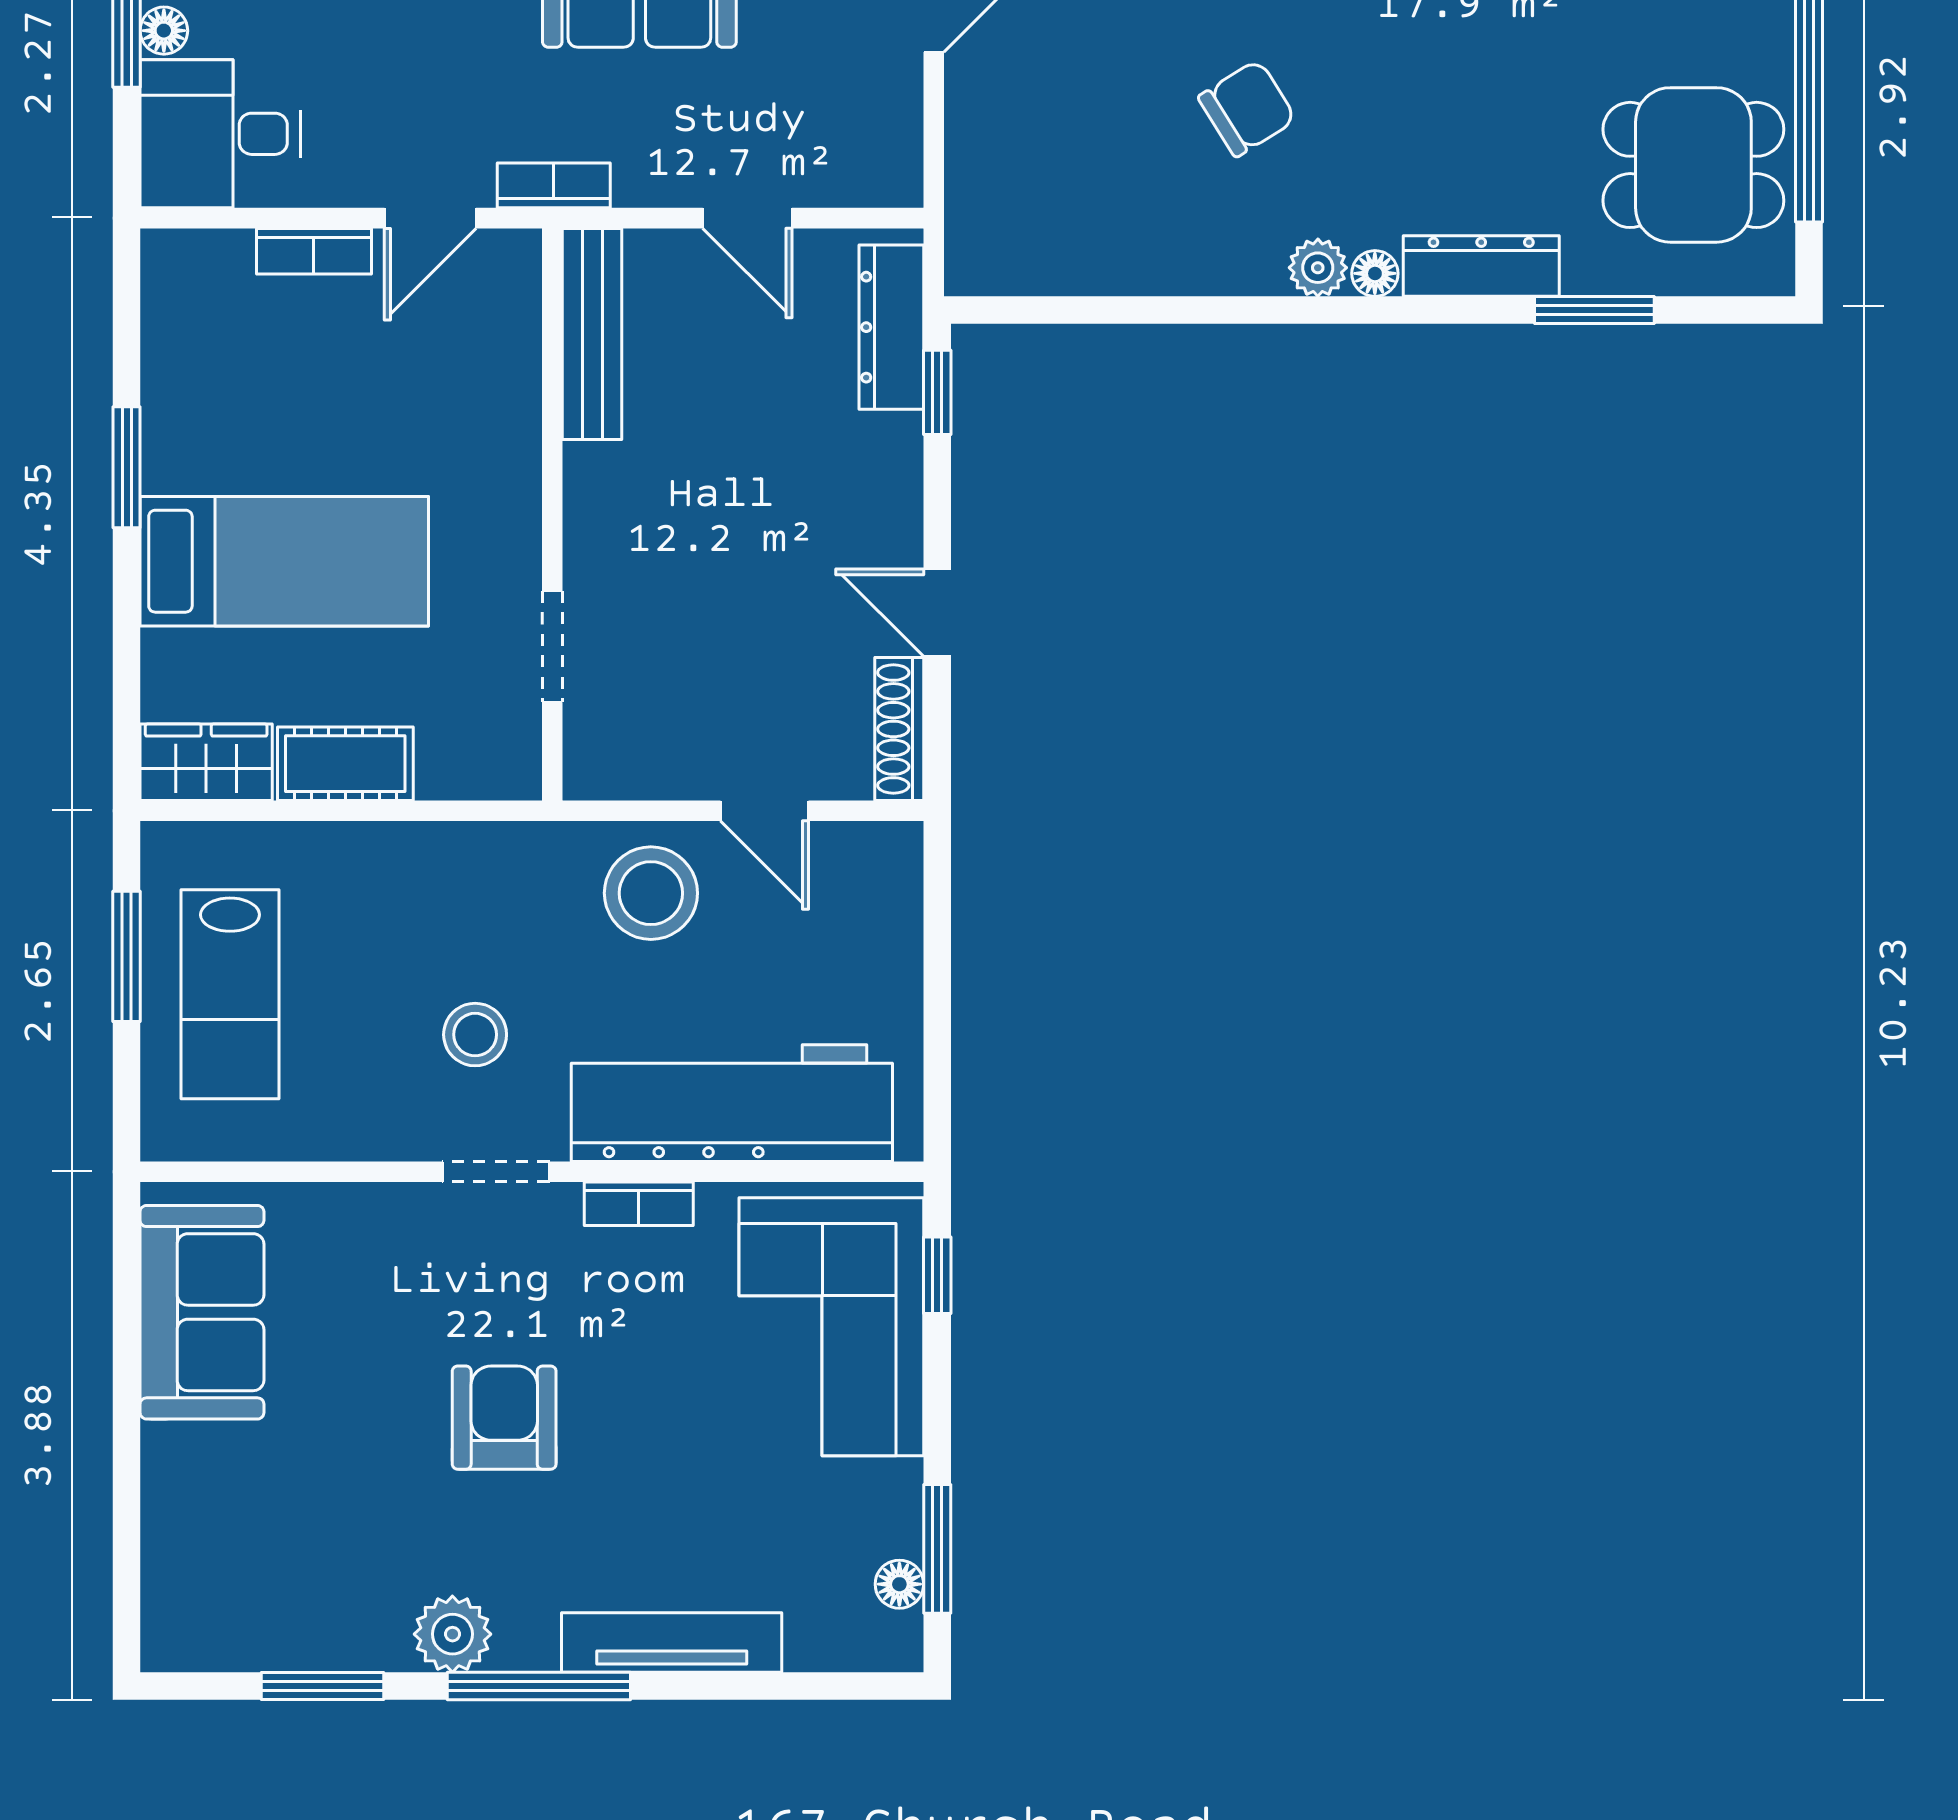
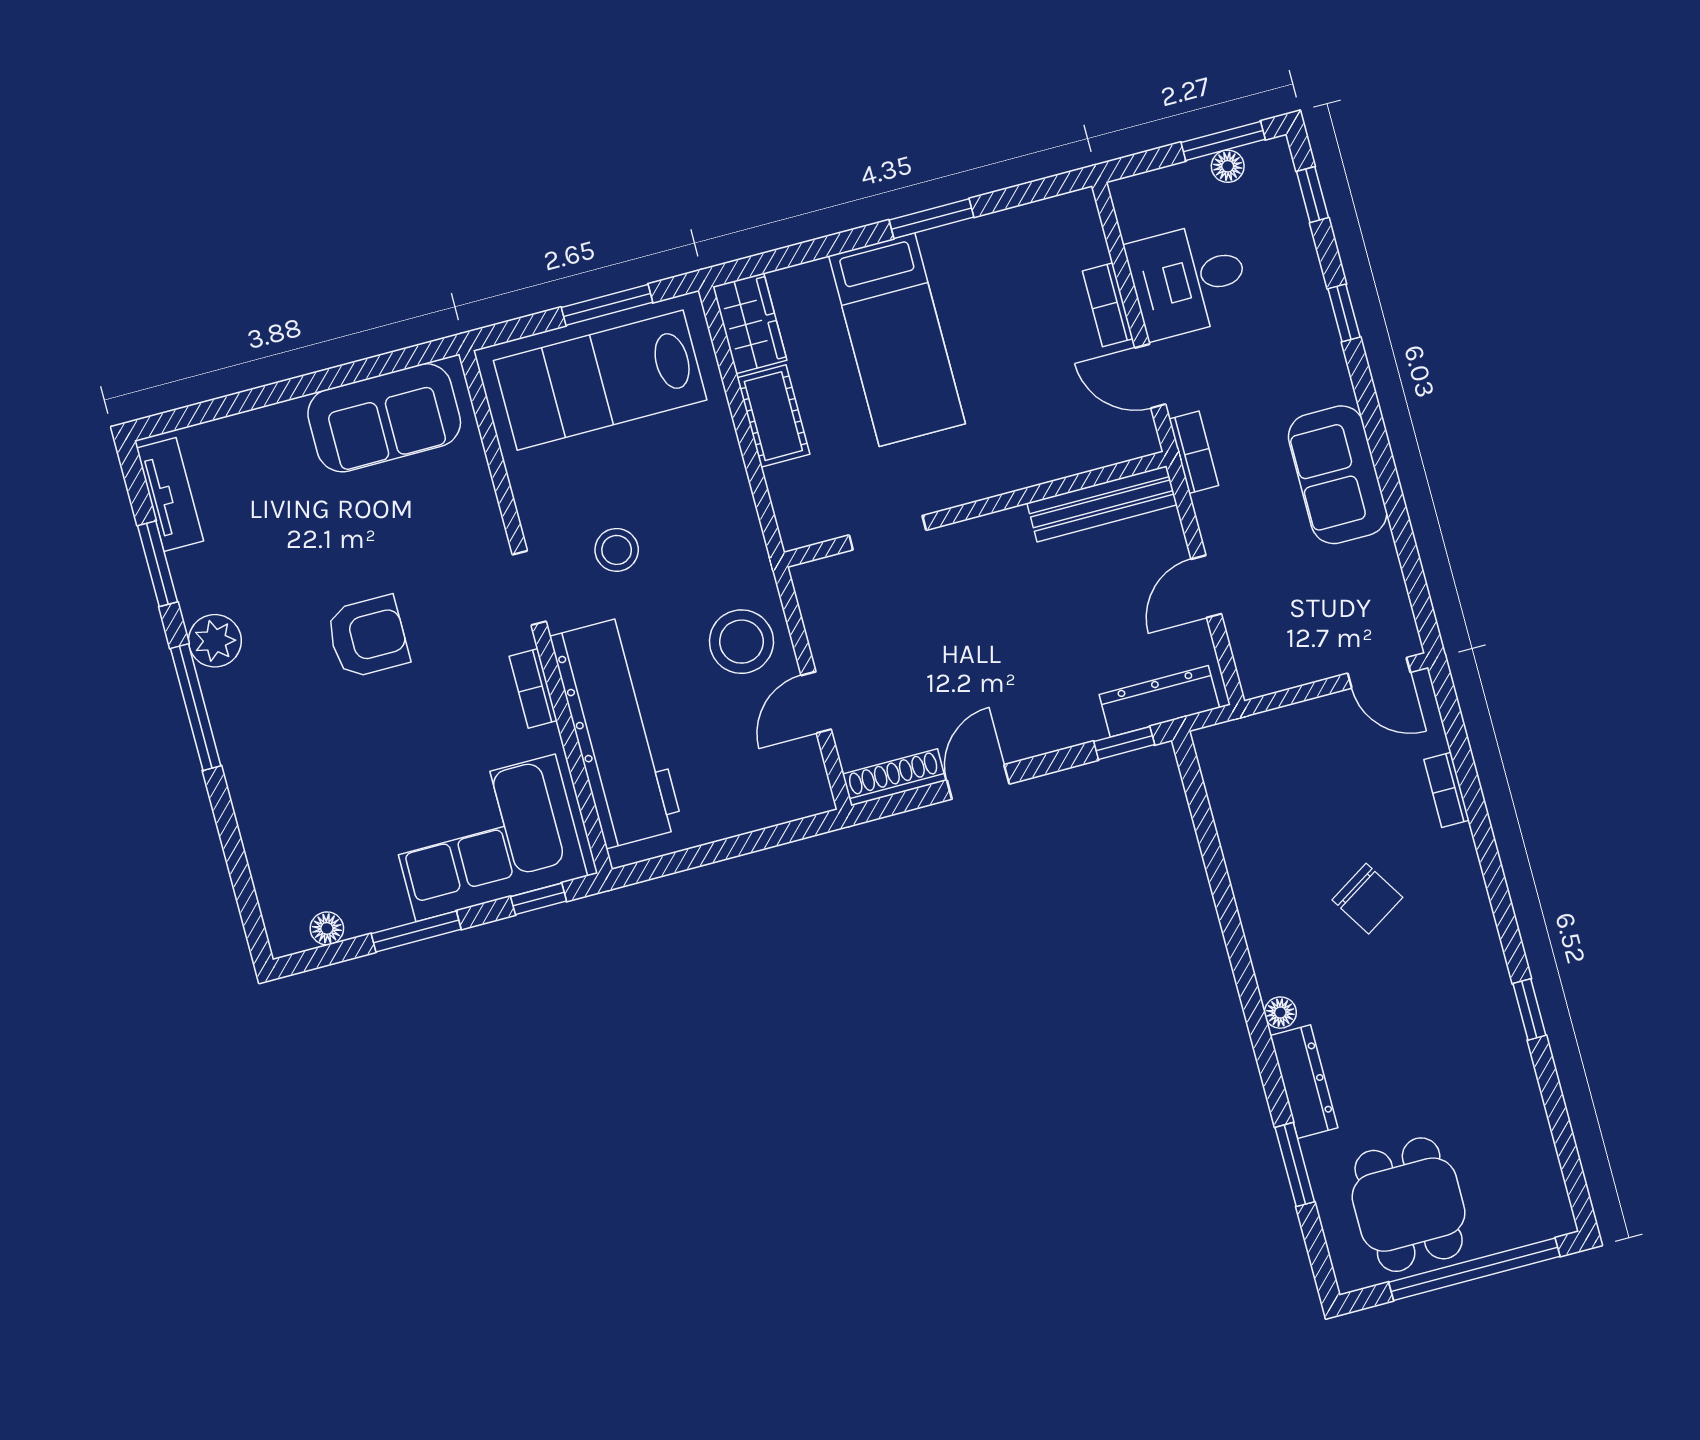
desk: (220, 134) -> (1189, 280), moved, turned -90
plant: (1318, 268) -> (1274, 974), removed
lab bench: (230, 994) -> (600, 380), width x1.36, depth x1.39
window: (937, 1549) -> (416, 931), moved
tv unit: (672, 1643) -> (170, 495), moved, width x0.71

